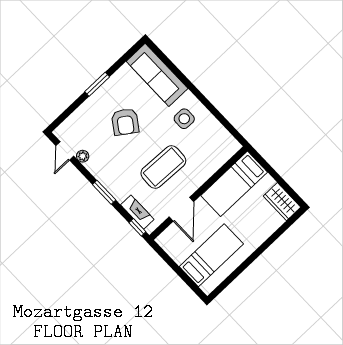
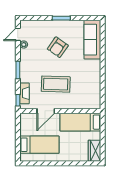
side table: (184, 119) -> (86, 71), removed

